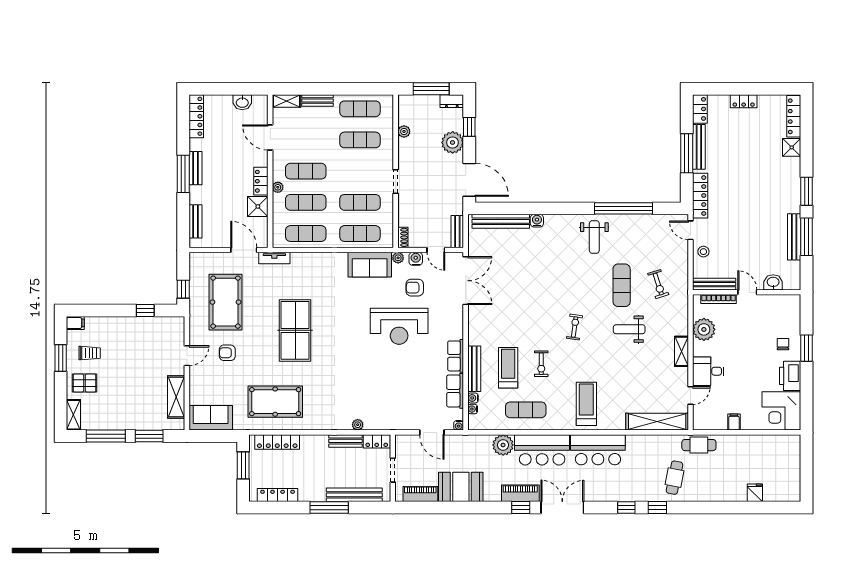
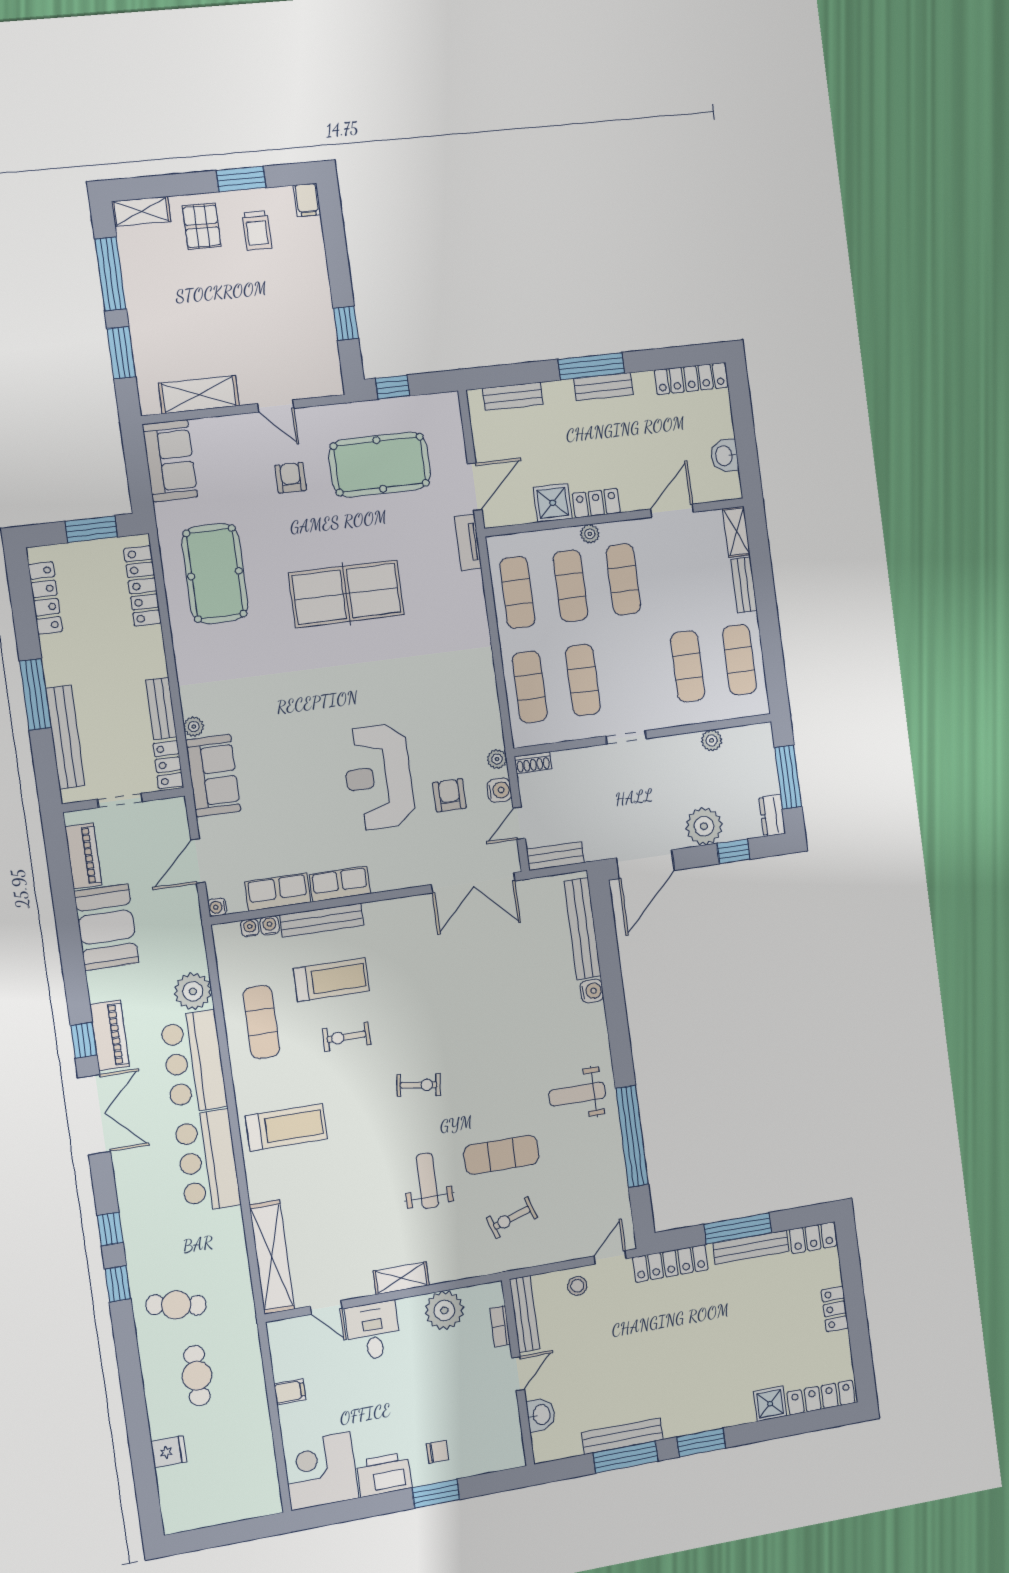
sofa: (370, 265) -> (213, 776), moved, turned 180
bookcase: (719, 299) -> (500, 1326), width x0.64
cafe table: (699, 445) -> (197, 1376), moved

